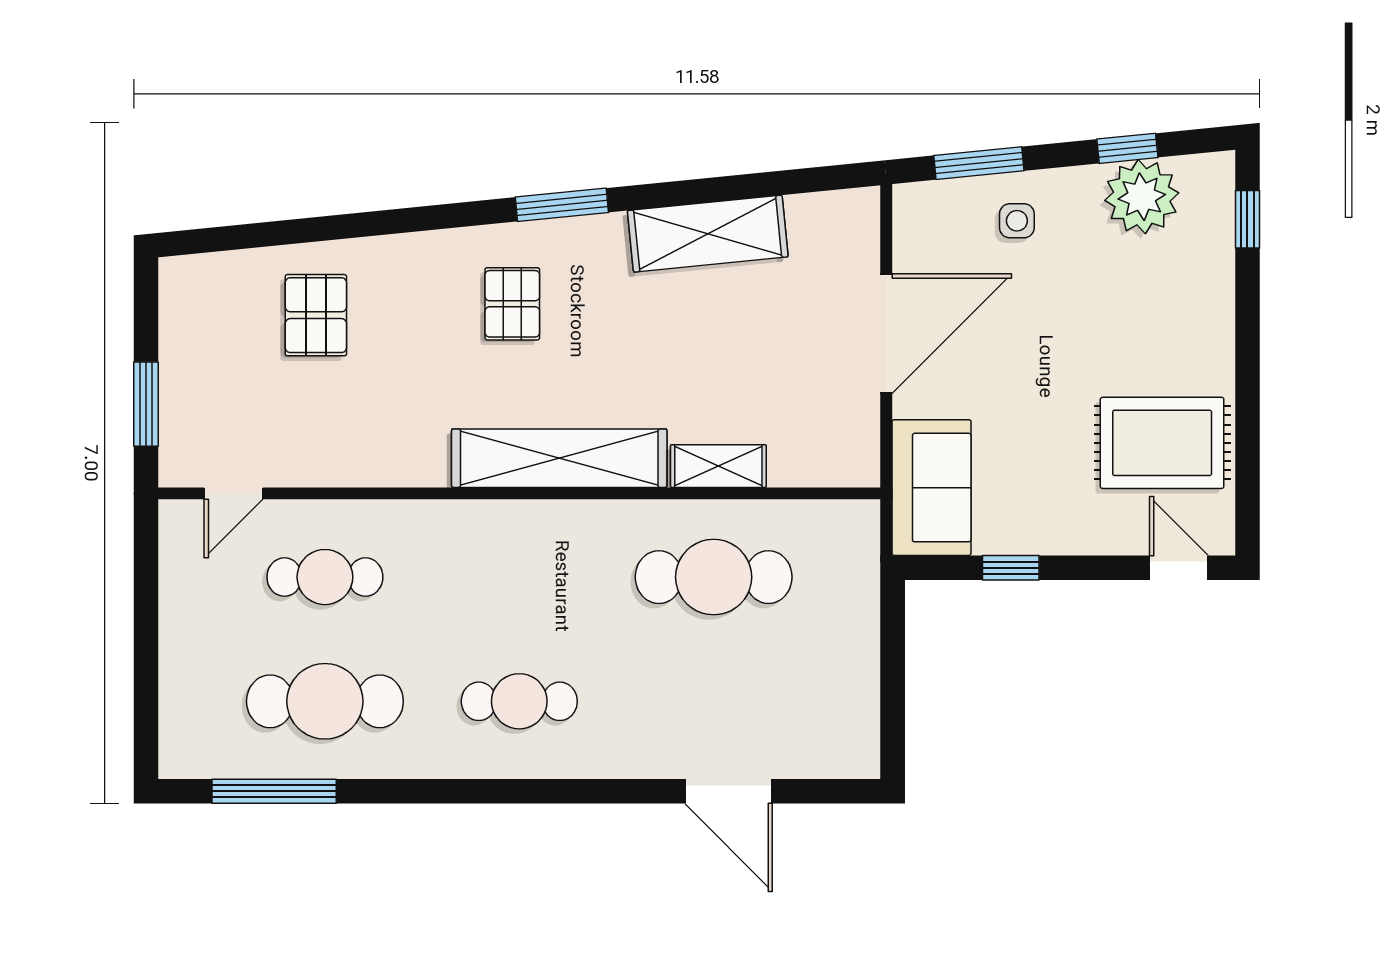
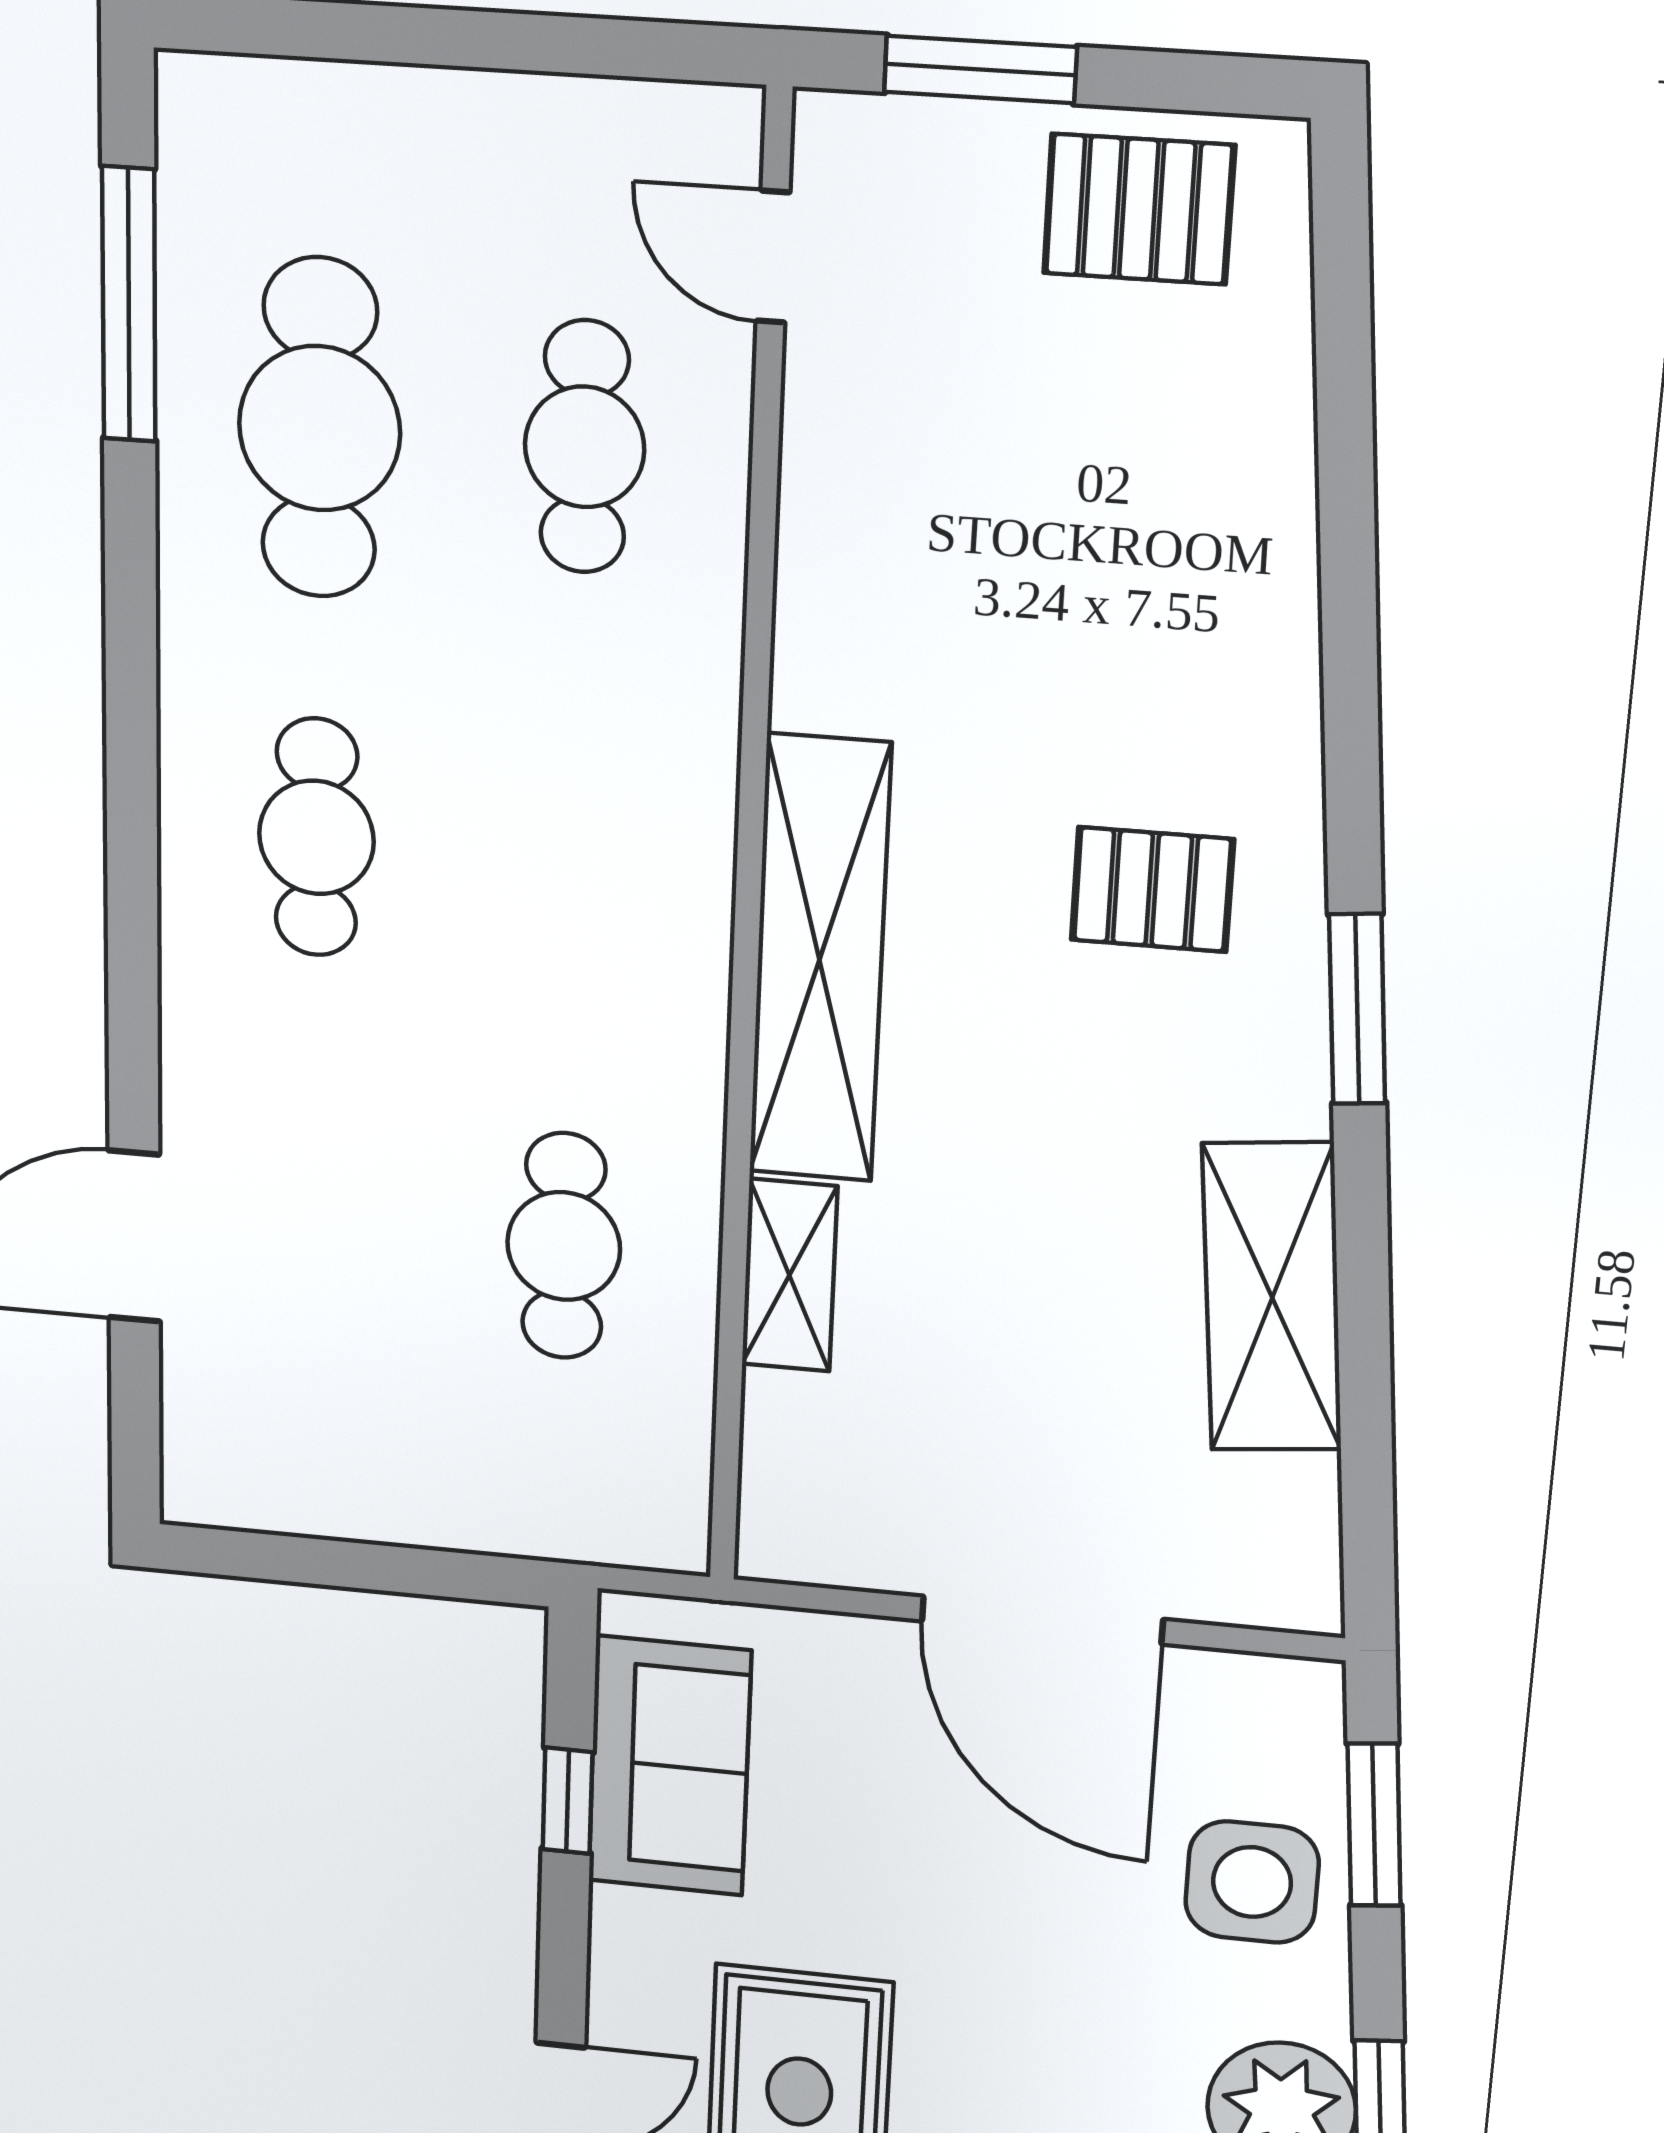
side table: (1017, 221) -> (1252, 1882), width x1.87, depth x1.87
pallet: (316, 315) -> (1139, 209), moved
sofa: (931, 488) -> (669, 1766), moved, turned -90
cafe table: (714, 577) -> (564, 1246), width x0.73, depth x0.74

